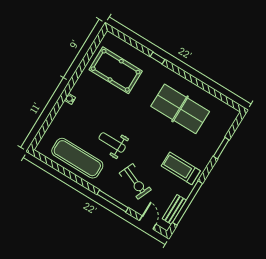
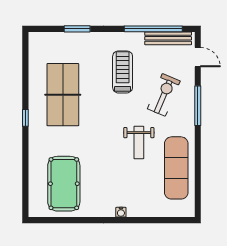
window: (158, 58) -> (25, 118), moved
treadmill: (181, 168) -> (123, 72), moved, turned 180
bench: (174, 209) -> (168, 38), width x1.36
door: (148, 222) -> (198, 57), swing flipped

